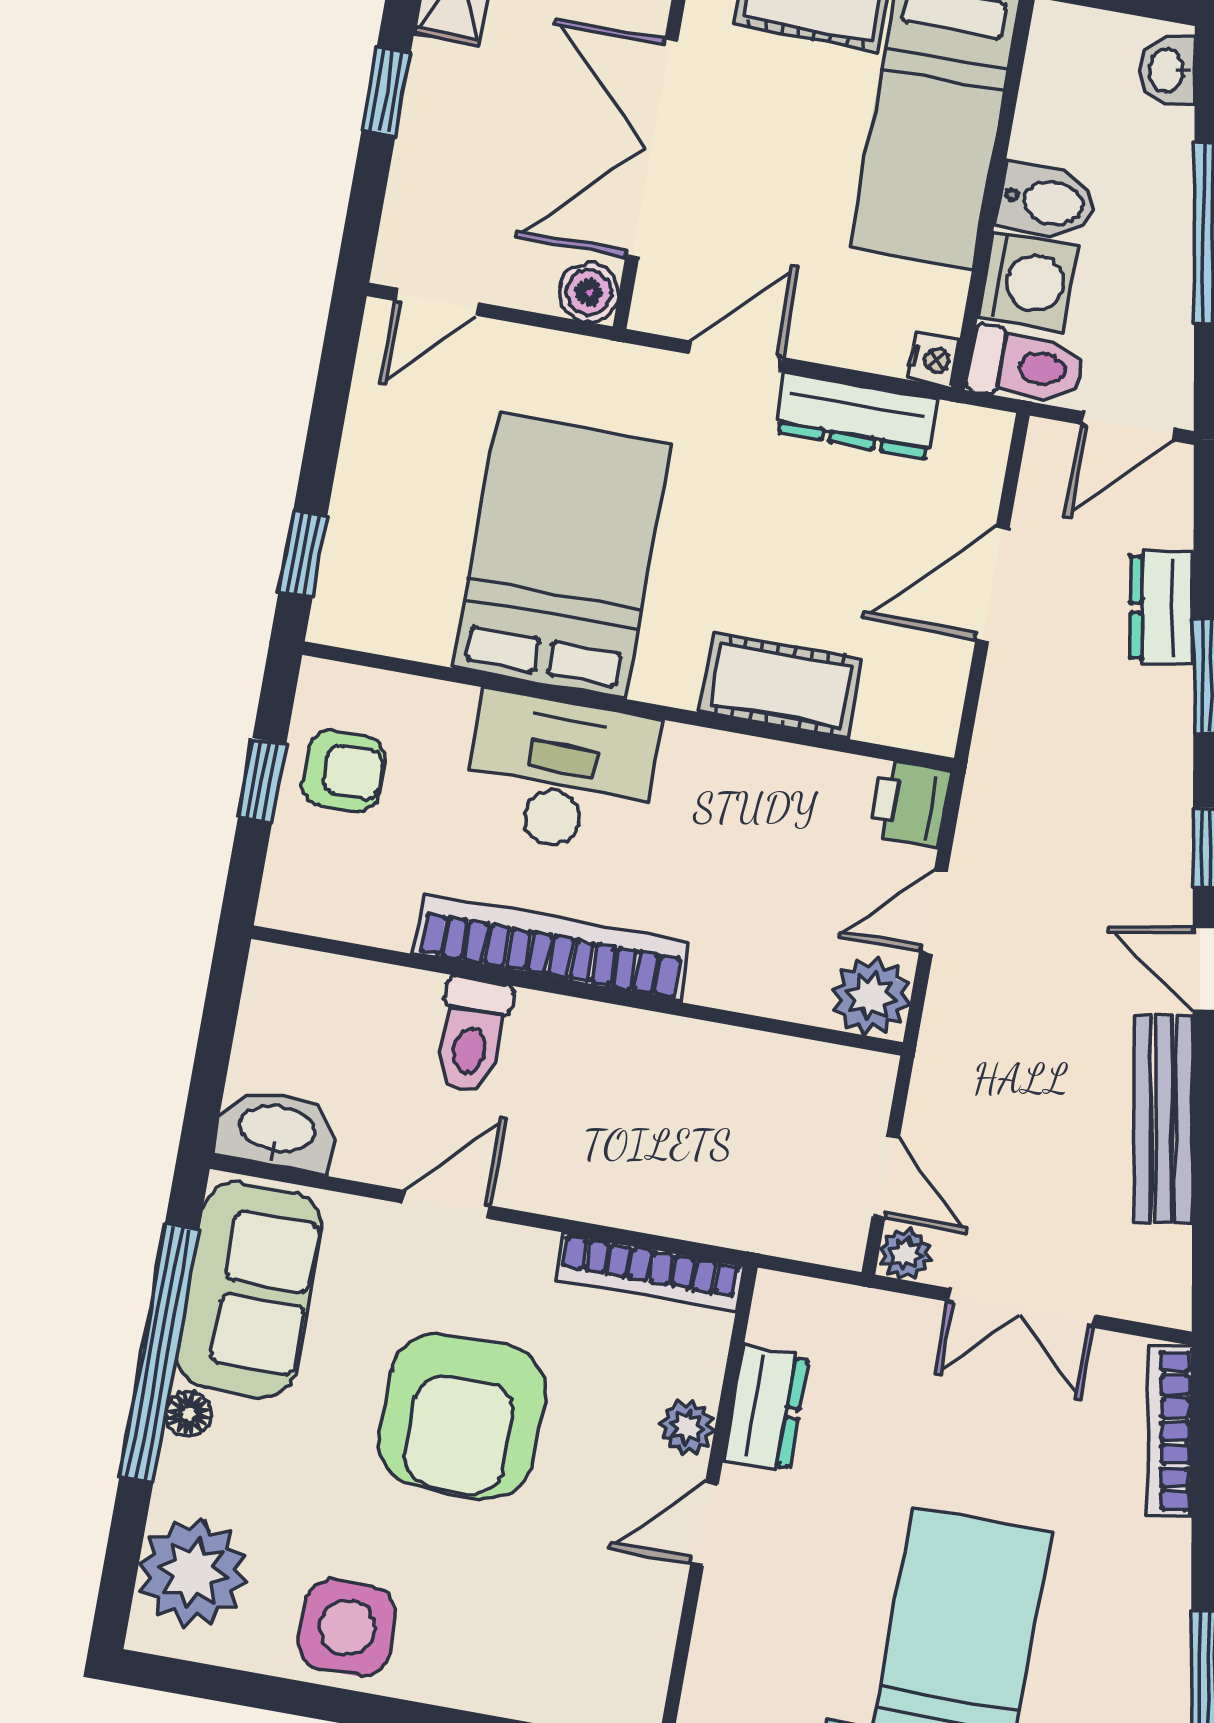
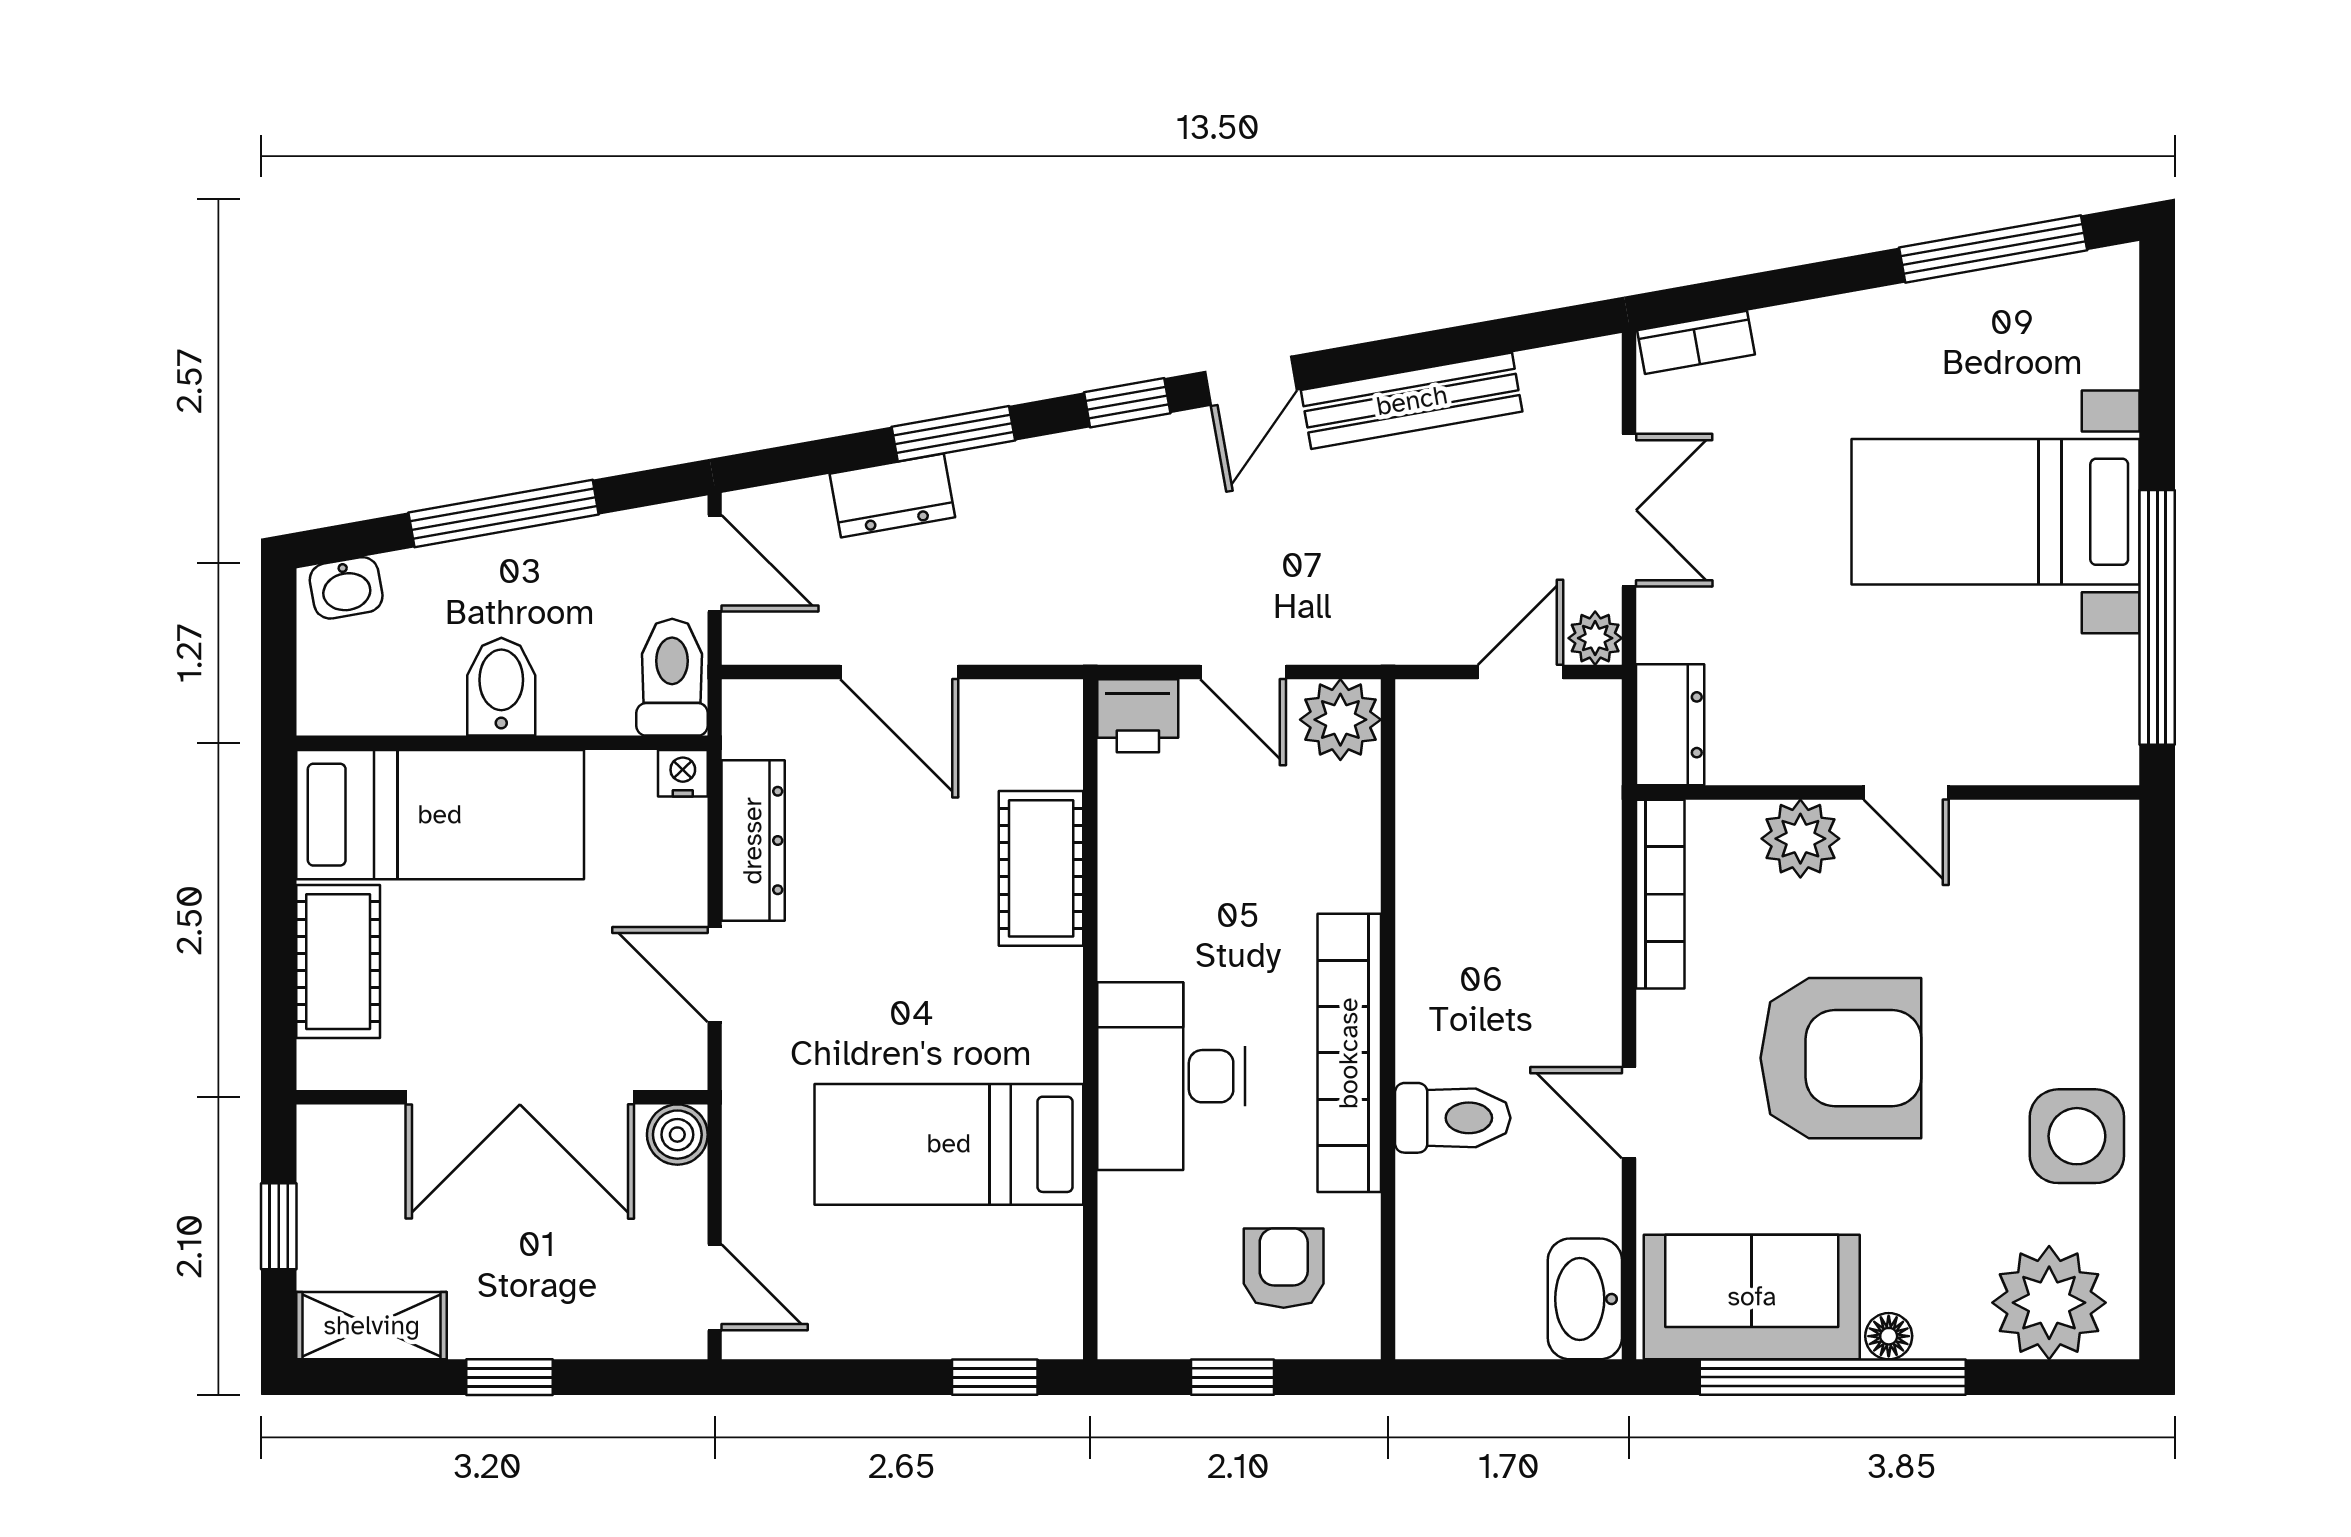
washing machine: (1028, 281) -> (586, 691), removed
bed: (562, 555) -> (949, 1144), width x0.67
armchair: (344, 771) -> (1284, 1268), moved
dresser: (766, 1408) -> (1670, 725), moved, turned 90
plant: (687, 1427) -> (1800, 839), width x1.38, depth x1.38
bookcase: (1170, 1431) -> (1696, 342), width x0.64

